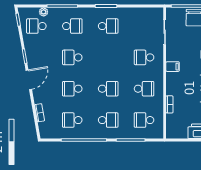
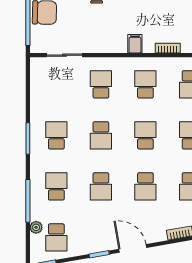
school desk: (108, 57) -> (101, 135), added
school desk: (144, 57) -> (101, 84), turned 180
filing cabinet: (173, 67) -> (135, 44), moved

